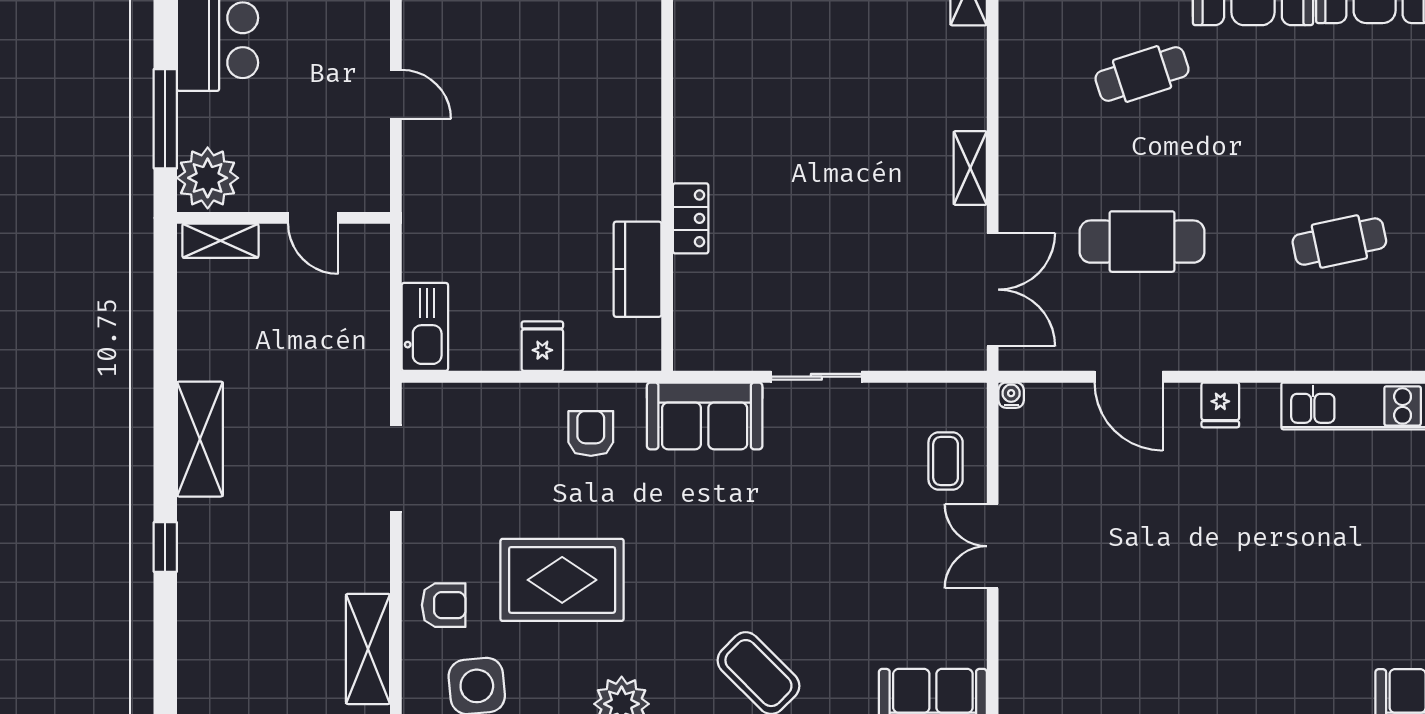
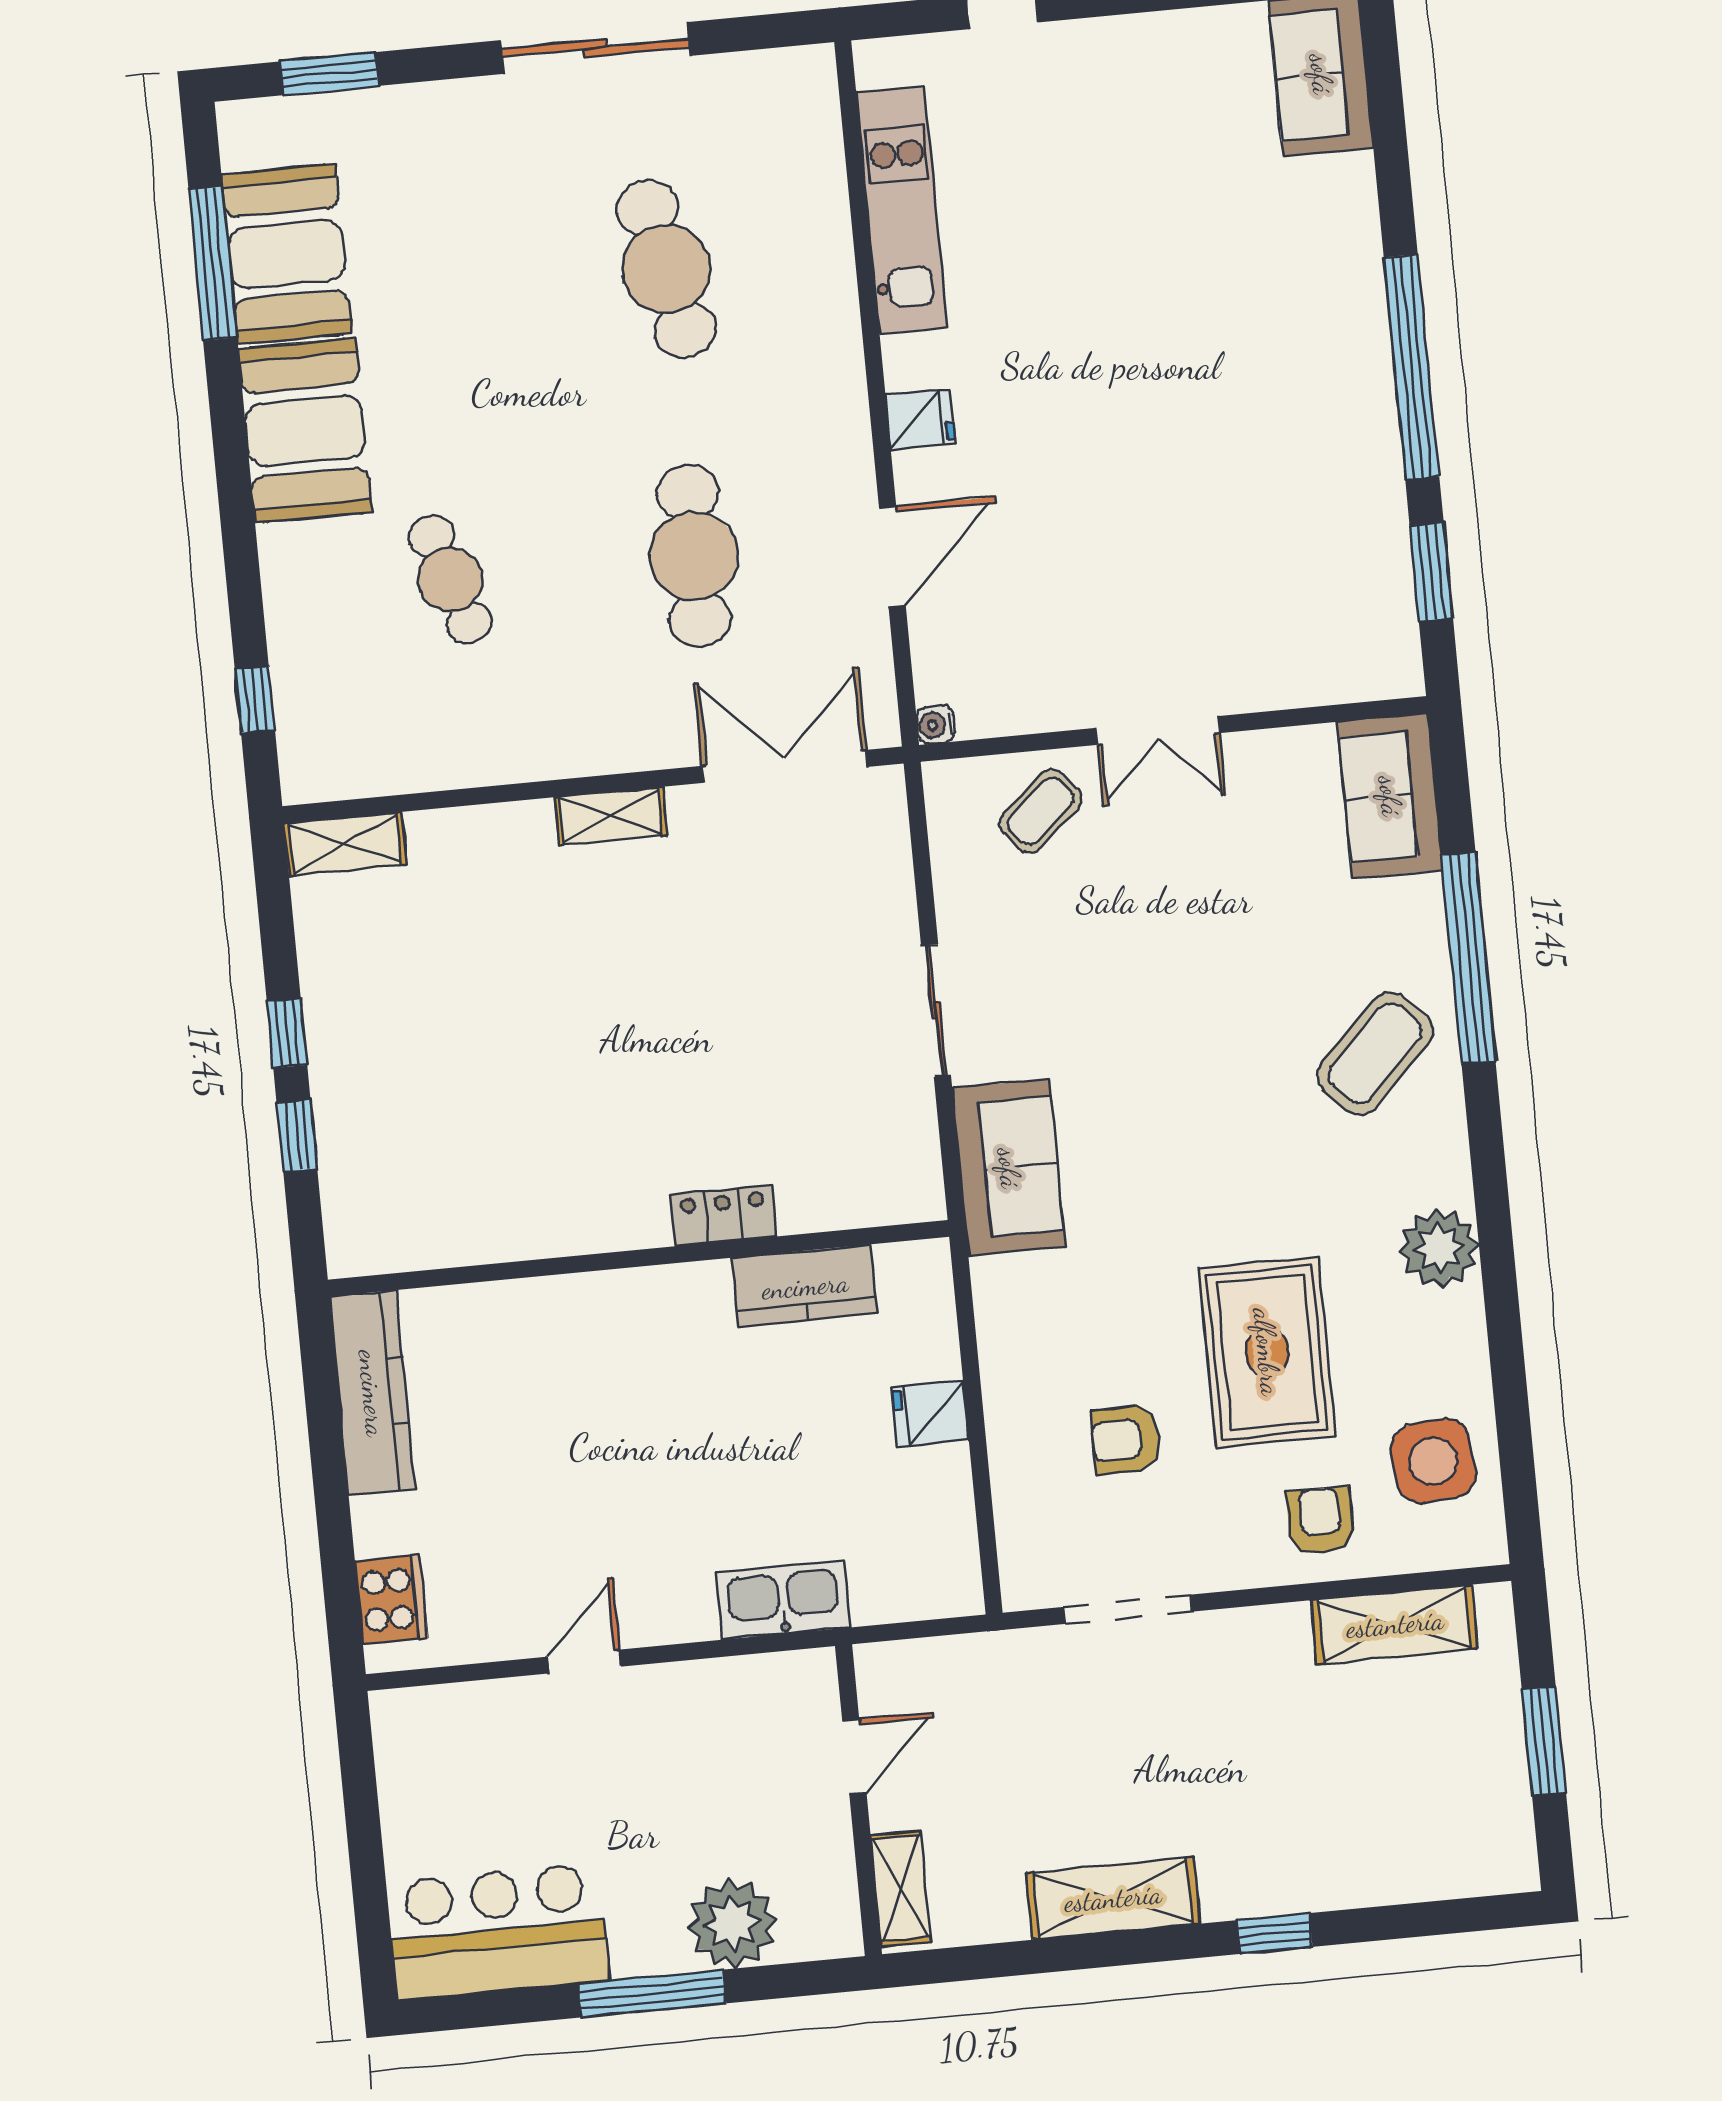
wall: (283, 218) -> (858, 1800), moved
door: (313, 218) -> (854, 1757), moved
shelving: (220, 241) -> (901, 1889), moved
cafe table: (1339, 242) -> (666, 269), width x1.37, depth x1.35
kitchen sink: (425, 327) -> (783, 1600), moved
armchair: (591, 433) -> (1126, 1440), moved
coffee table: (946, 461) -> (1040, 811), turned -41

